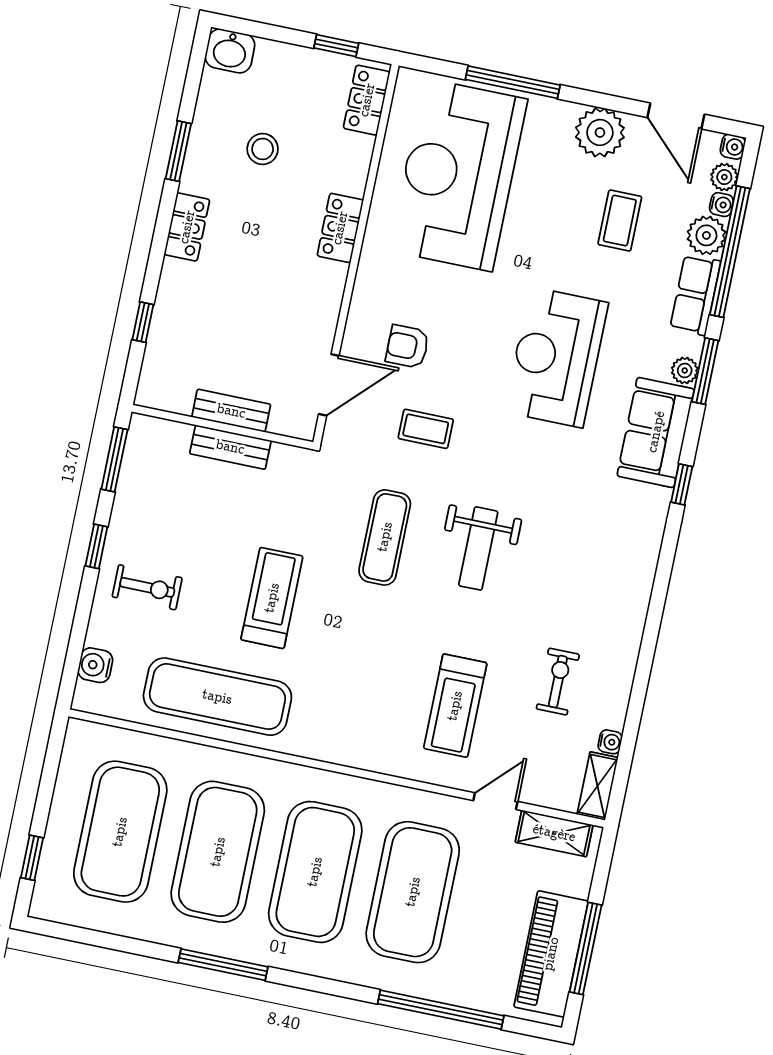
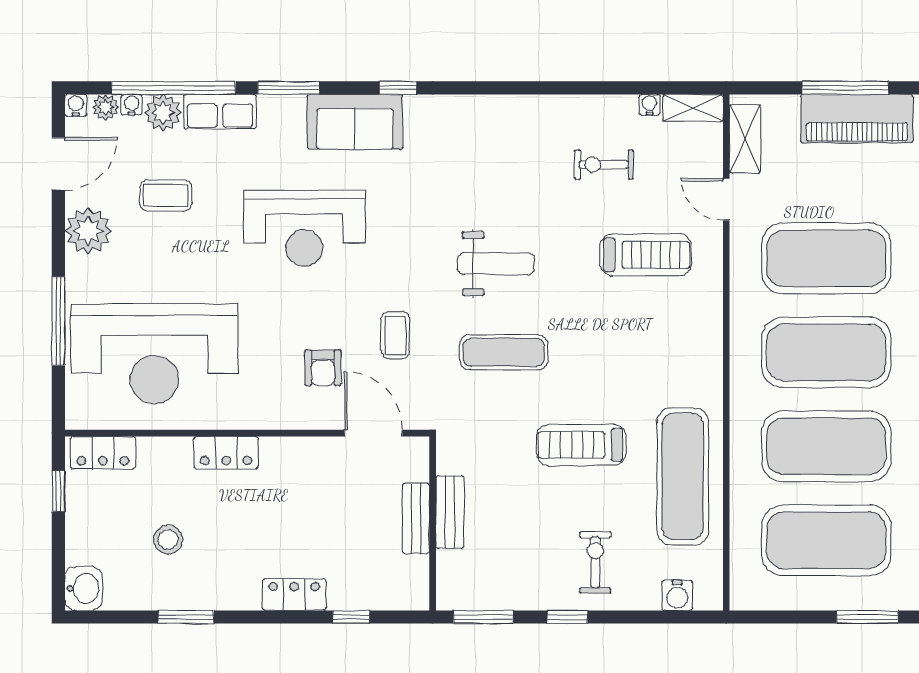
locker: (187, 227) -> (294, 595), moved
plant: (685, 370) -> (292, 107), removed
window: (32, 858) -> (867, 617), width x1.50

